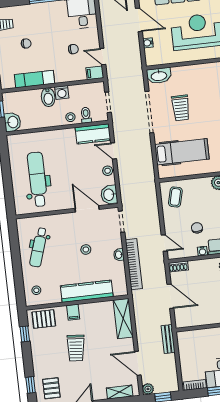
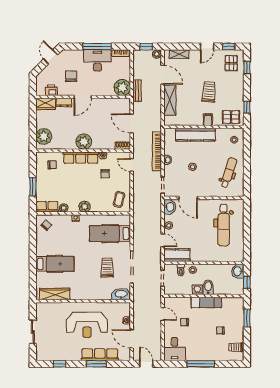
filing cabinet: (95, 73) -> (170, 302), removed
exam couch: (34, 79) -> (206, 302), moved
shelving: (123, 319) -> (170, 100), moved
plant: (188, 341) -> (122, 88), added

